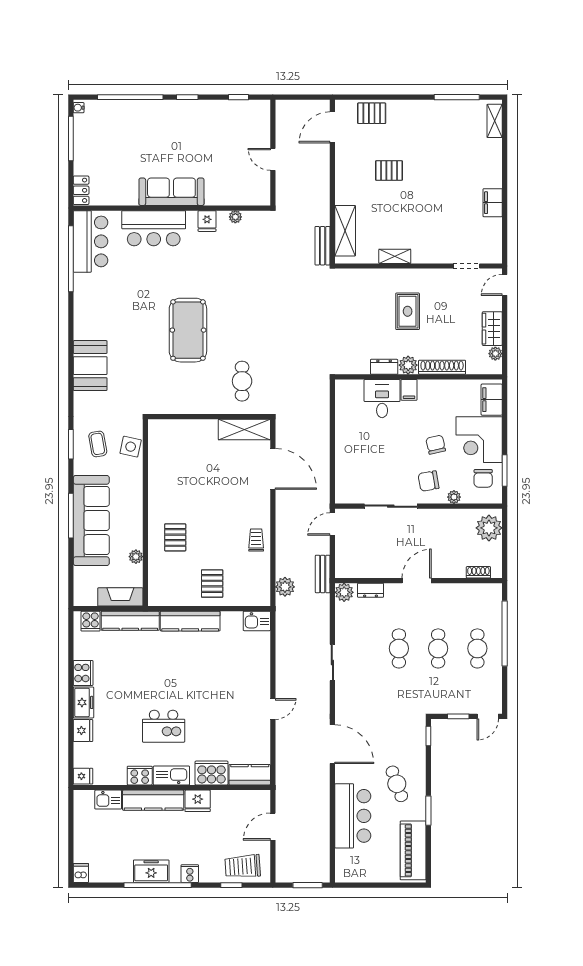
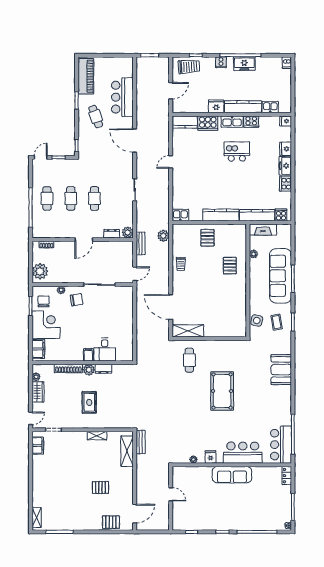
filing cabinet: (493, 203) -> (38, 446), moved
chair: (436, 445) -> (72, 322), removed

